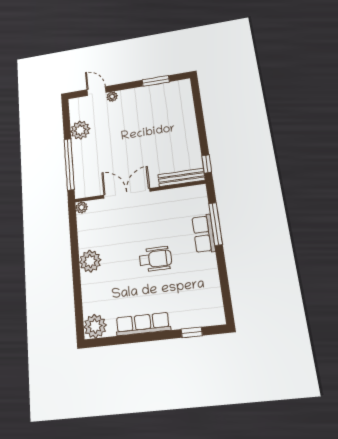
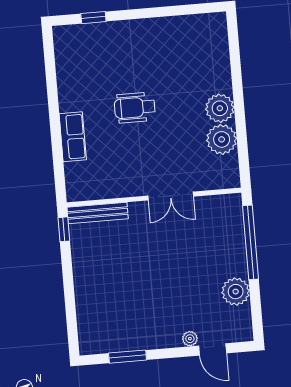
double door: (127, 193) -> (171, 196), width x0.73
plant: (82, 207) -> (222, 139), moved, width x1.88, depth x1.88
window: (216, 224) -> (57, 149), removed
row of seats: (143, 324) -> (153, 28), removed
plant: (95, 326) -> (213, 27), removed

